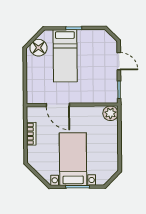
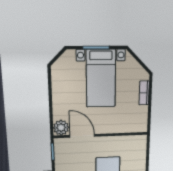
door: (58, 105) -> (82, 136), moved
bookcase: (31, 134) -> (144, 93), moved

